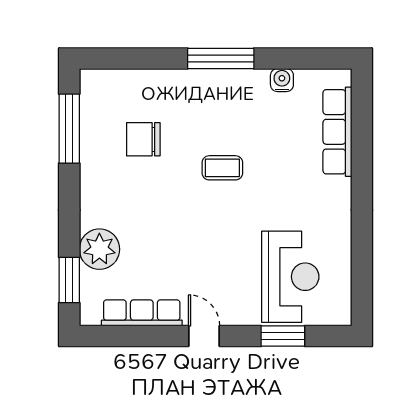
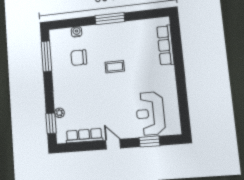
water cooler: (282, 80) -> (77, 32), moved
plant: (99, 249) -> (59, 113), width x0.53, depth x0.53
reception desk: (290, 277) -> (150, 113), turned 180

